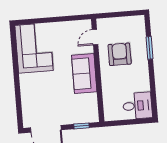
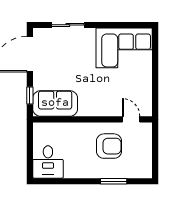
sofa: (84, 74) -> (55, 103), moved
sliding door: (18, 98) -> (68, 25), added

